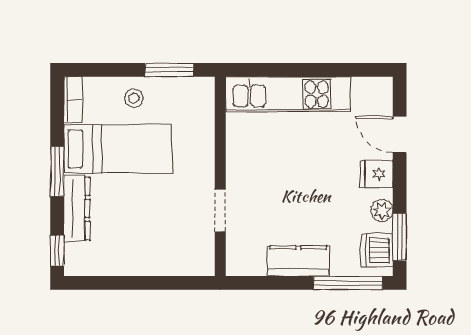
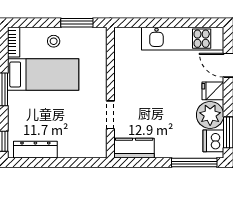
kitchen unit: (288, 94) -> (183, 39), moved
dresser: (77, 208) -> (35, 150), moved, turned -90
plant: (382, 210) -> (210, 115), width x1.88, depth x1.88
kitchen counter: (298, 261) -> (134, 148), moved

